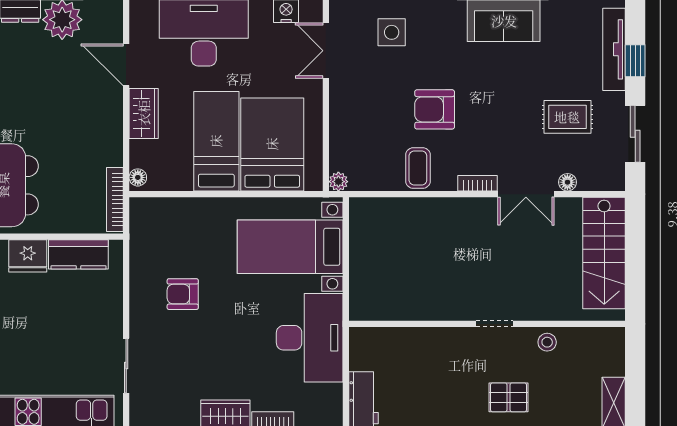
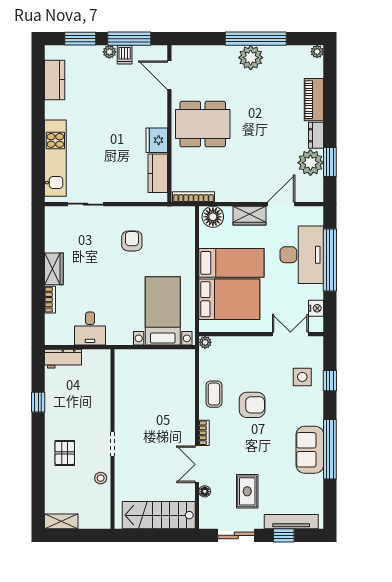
armchair: (435, 109) -> (252, 405), turned 90
coffee table: (418, 168) -> (214, 394), turned 90
floor lamp: (138, 177) -> (213, 217), width x1.89, depth x1.89
desk: (310, 338) -> (90, 329), width x0.53, depth x0.77

